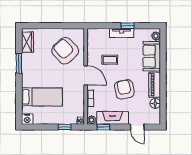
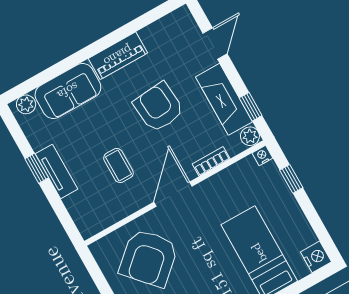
armchair: (124, 89) -> (159, 107), turned 96
floor lamp: (155, 103) -> (152, 35), removed

